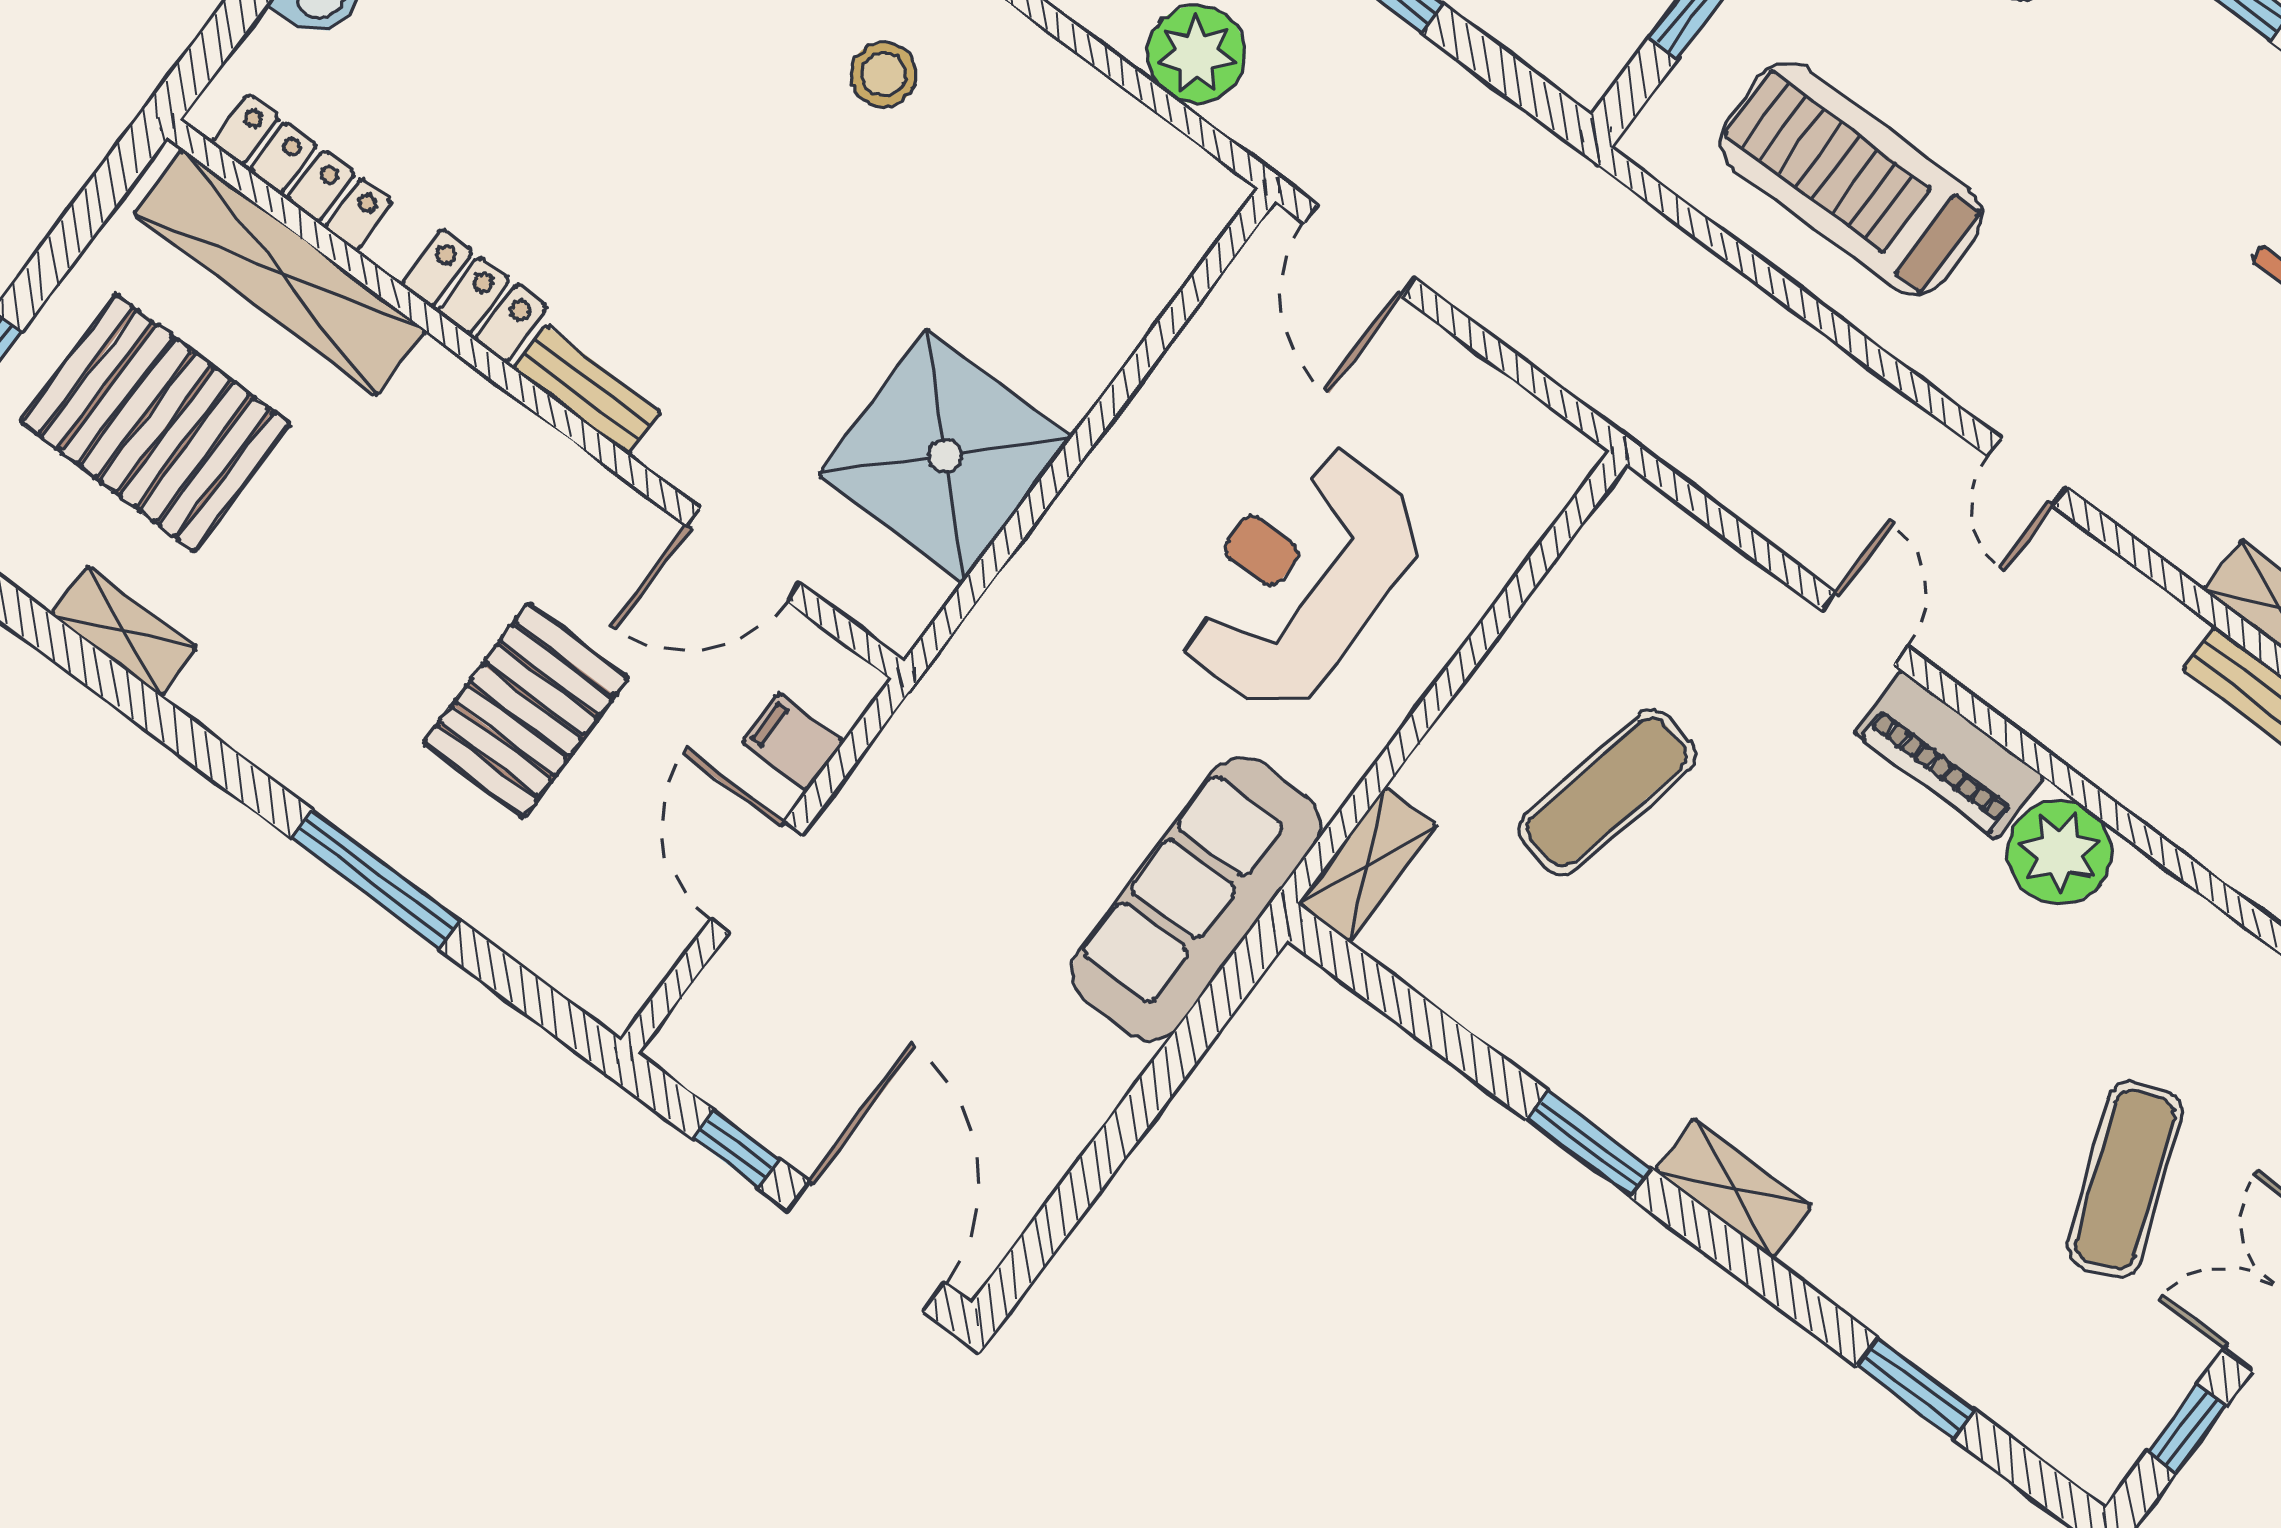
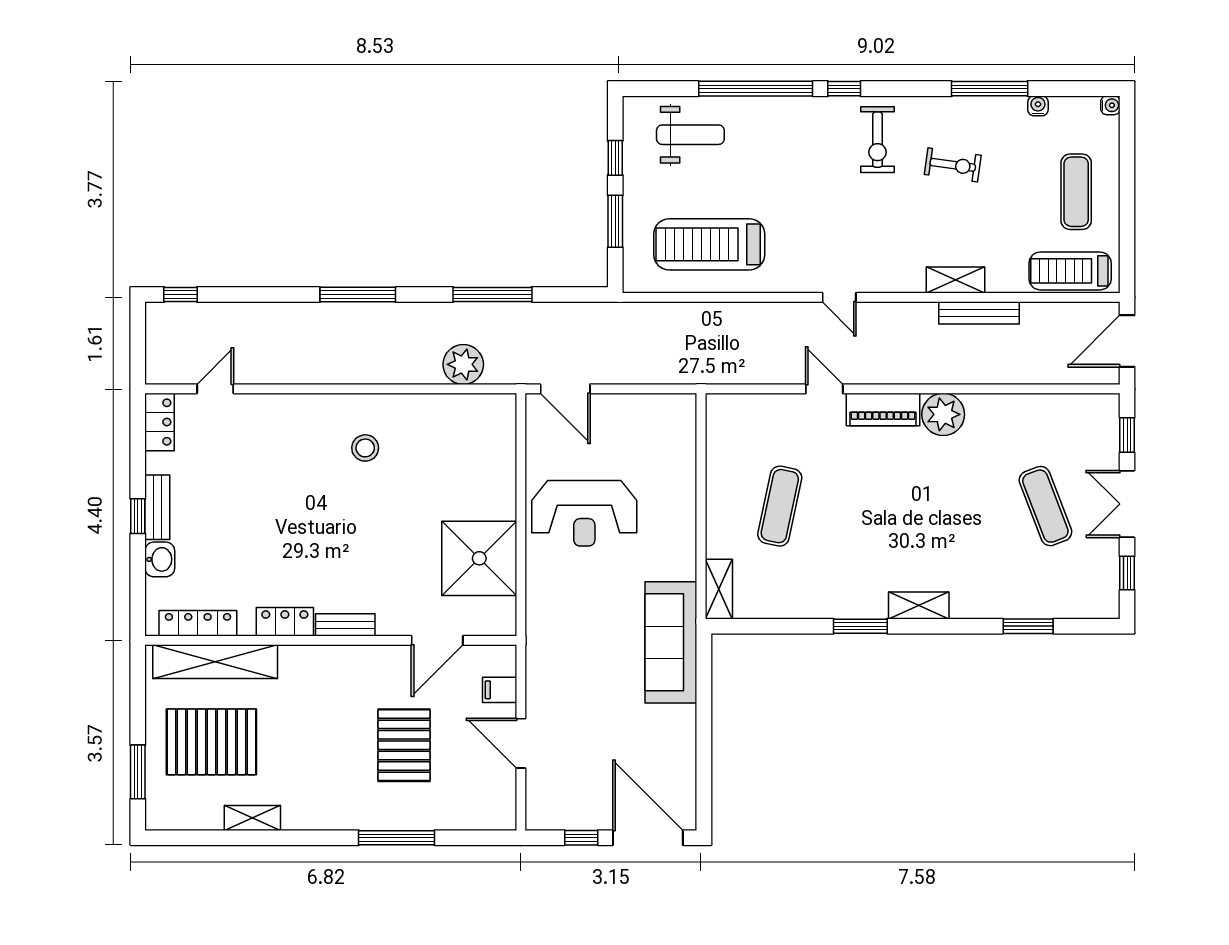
reception desk: (1298, 578) -> (584, 513), moved, turned -90

